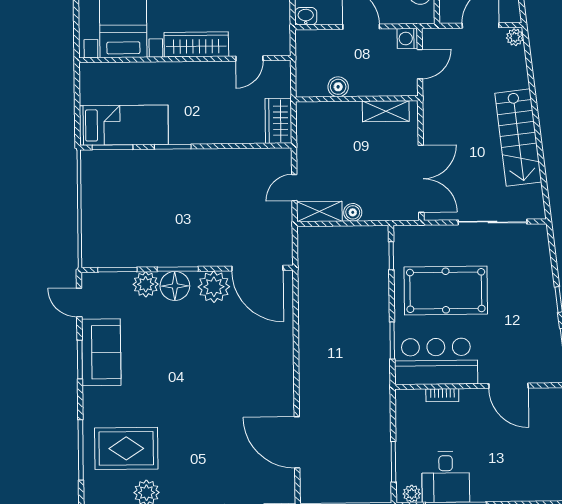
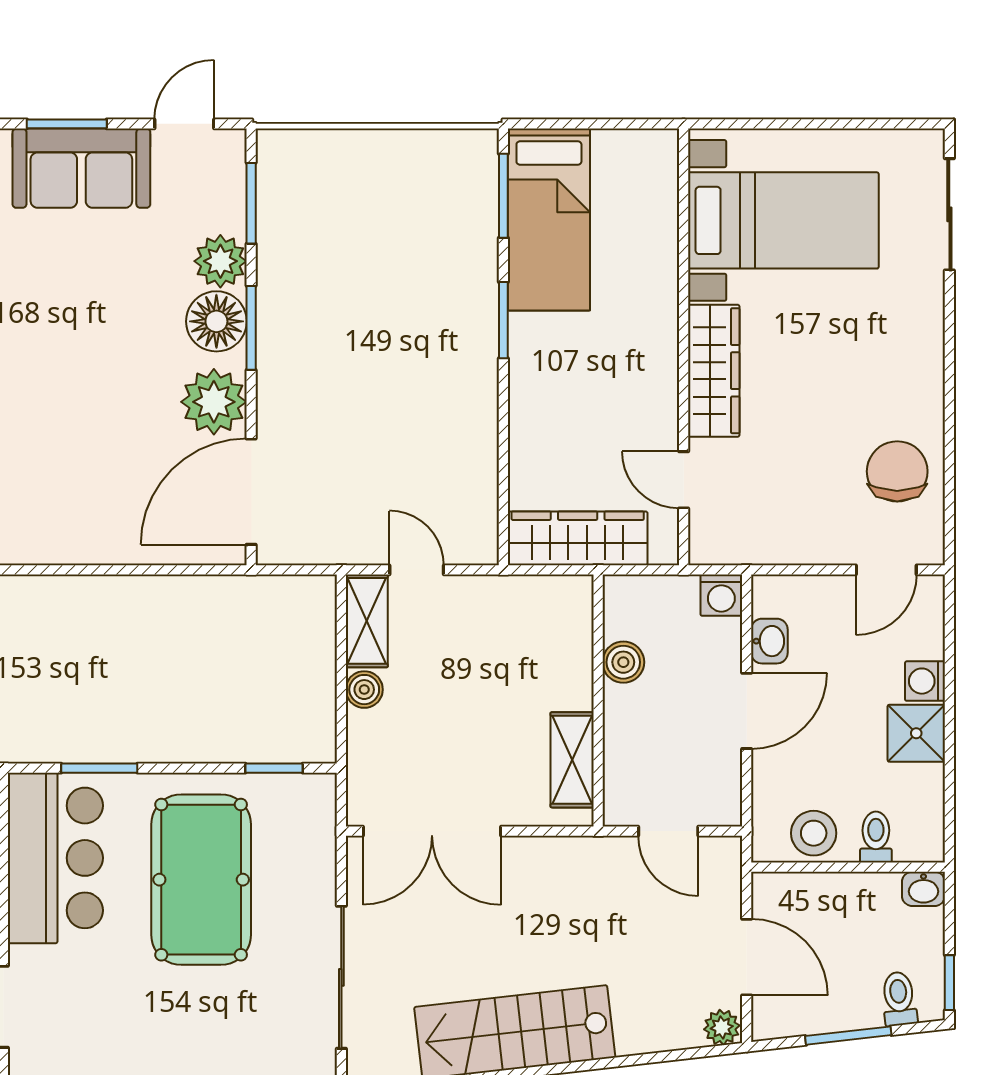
washbasin: (306, 16) -> (769, 641), moved
washing machine: (407, 38) -> (721, 595), moved, turned 180
wardrobe: (278, 121) -> (578, 538), width x1.50

